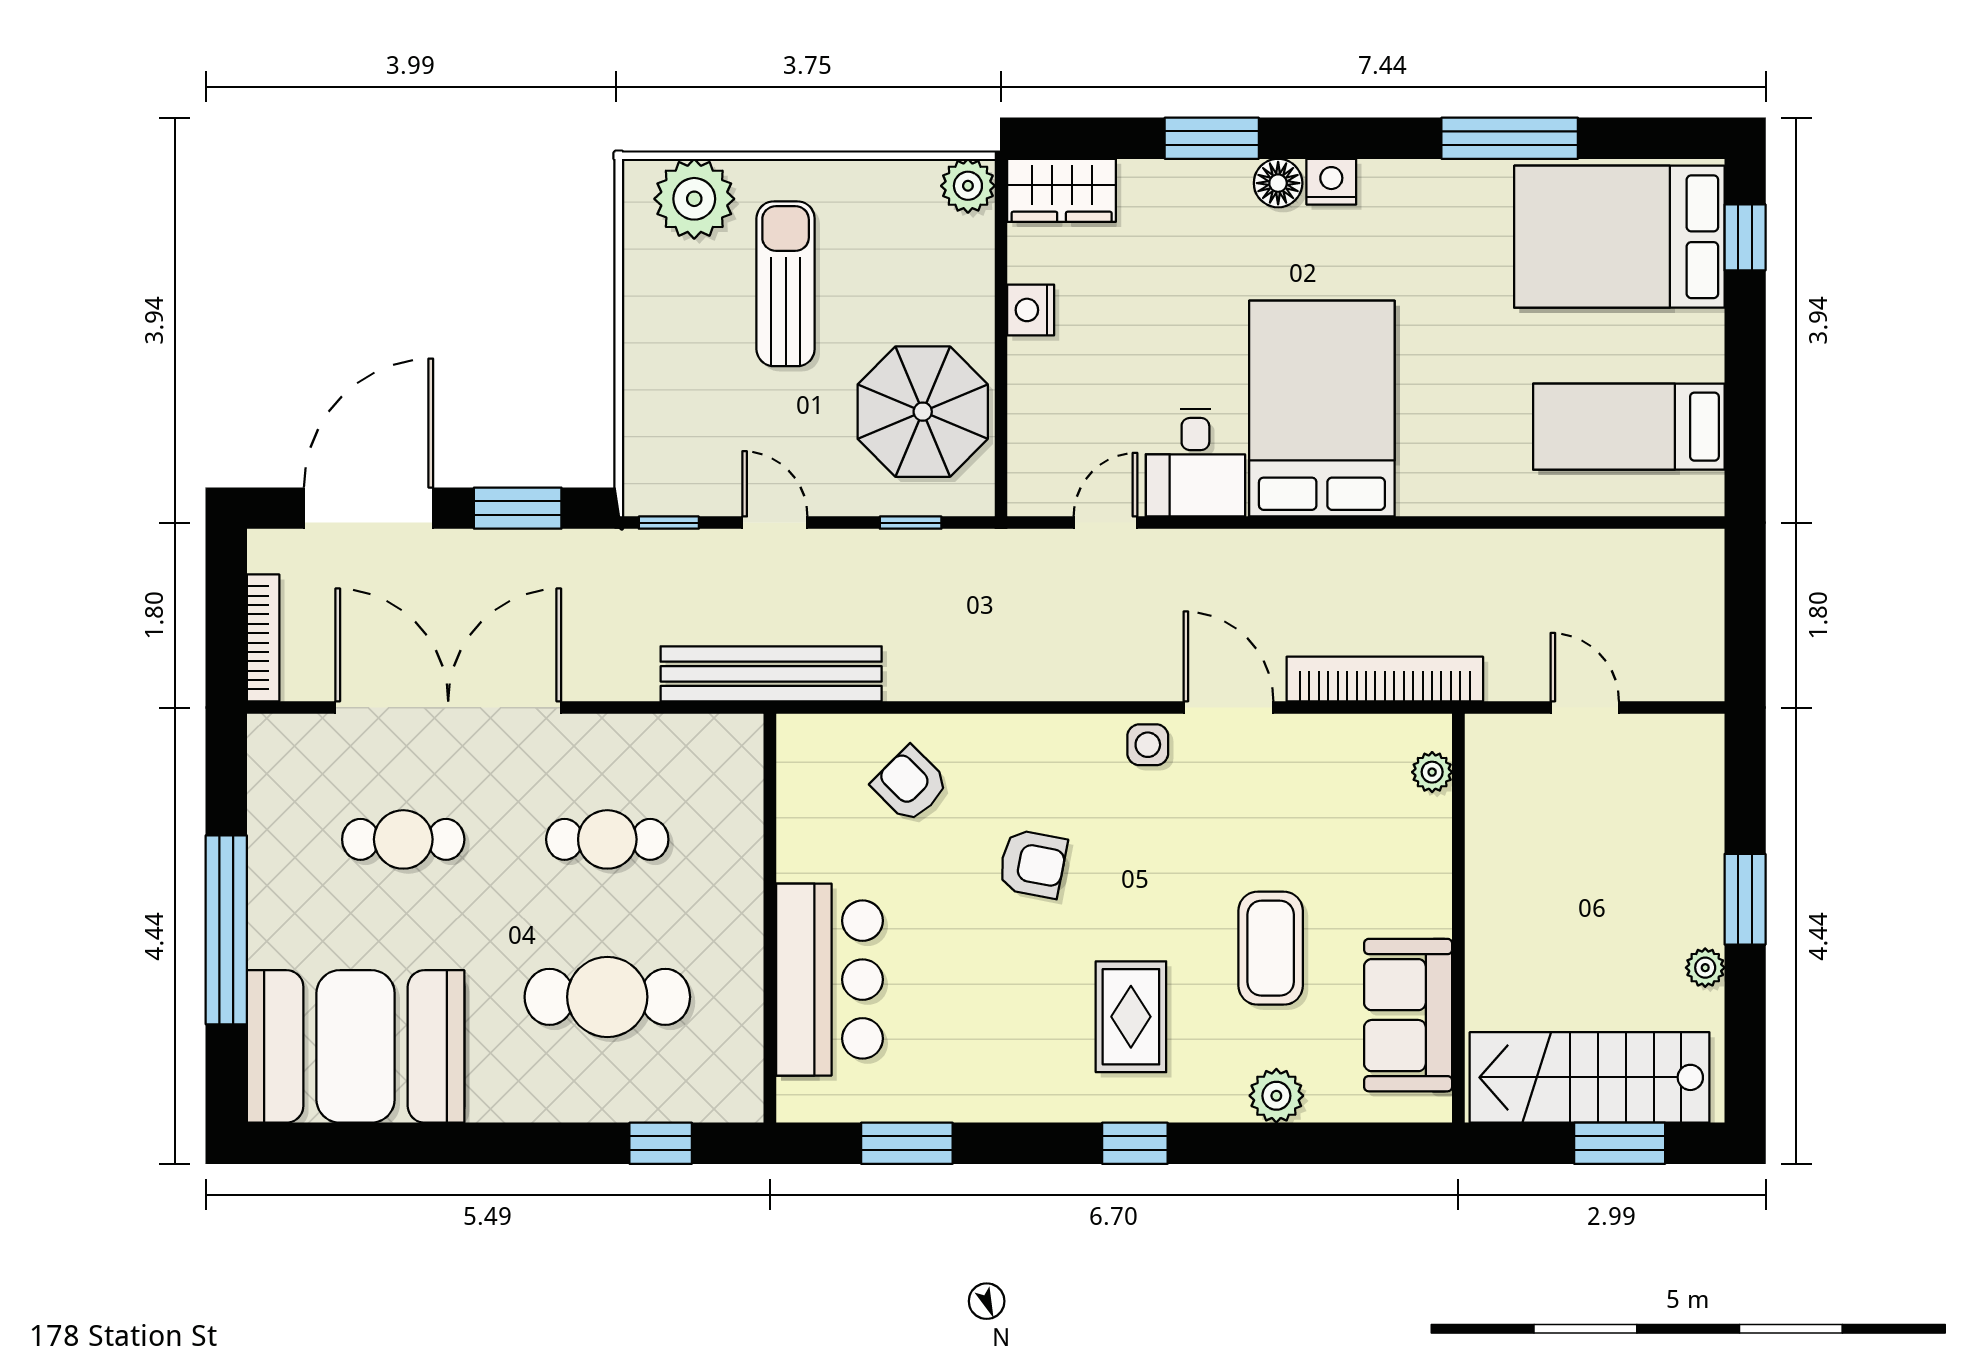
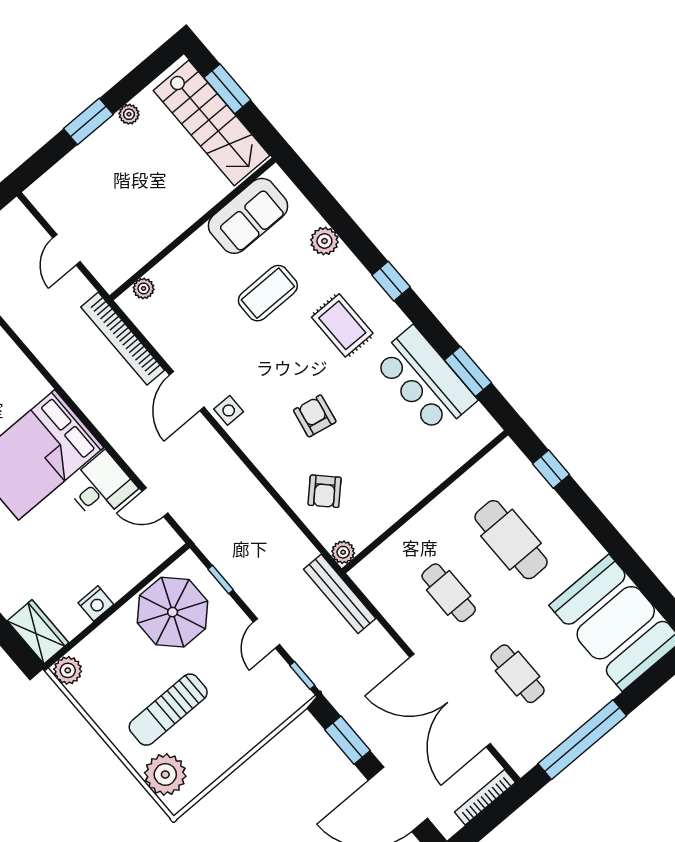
bench: (771, 674) -> (340, 594), width x0.73, depth x0.82
plant: (798, 736) -> (343, 552), added
window: (226, 930) -> (582, 740), moved
bar counter: (829, 980) -> (425, 380), moved, turned -90
rug: (1131, 1017) -> (342, 325), turned 90

